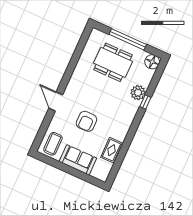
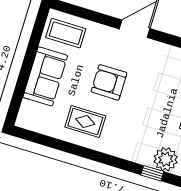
rug: (112, 150) -> (85, 122), moved

